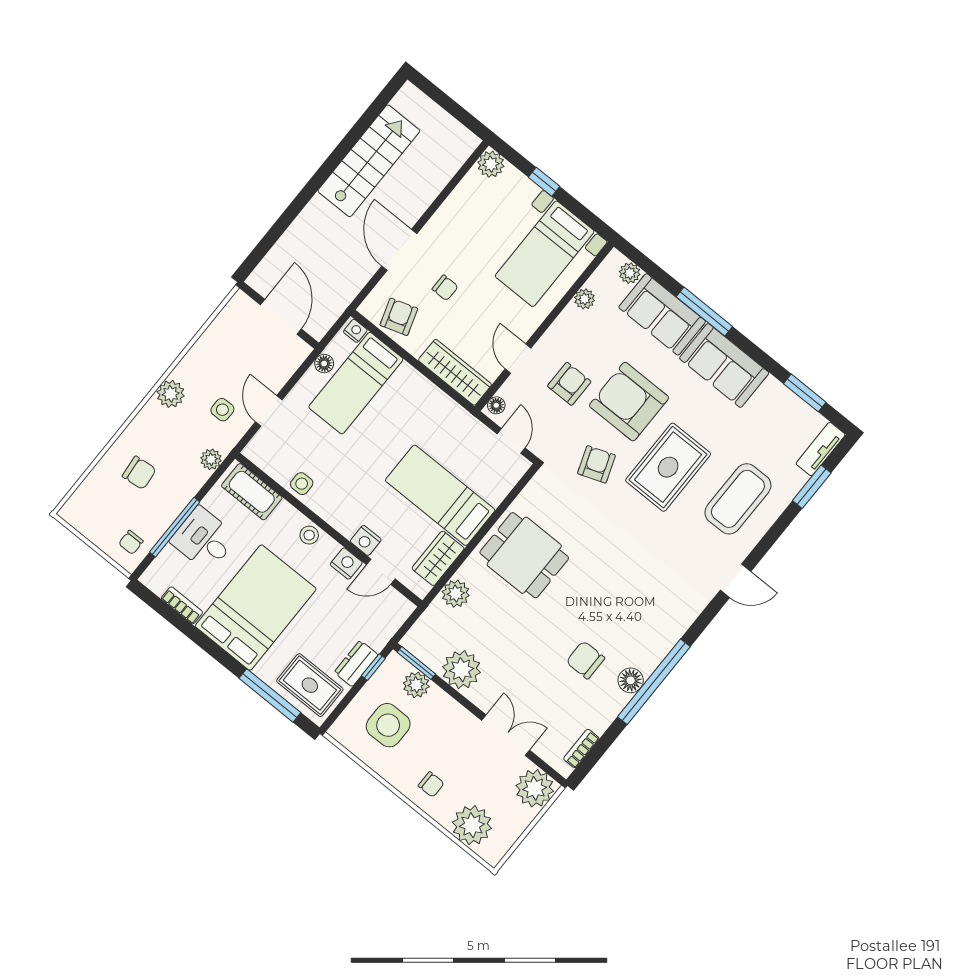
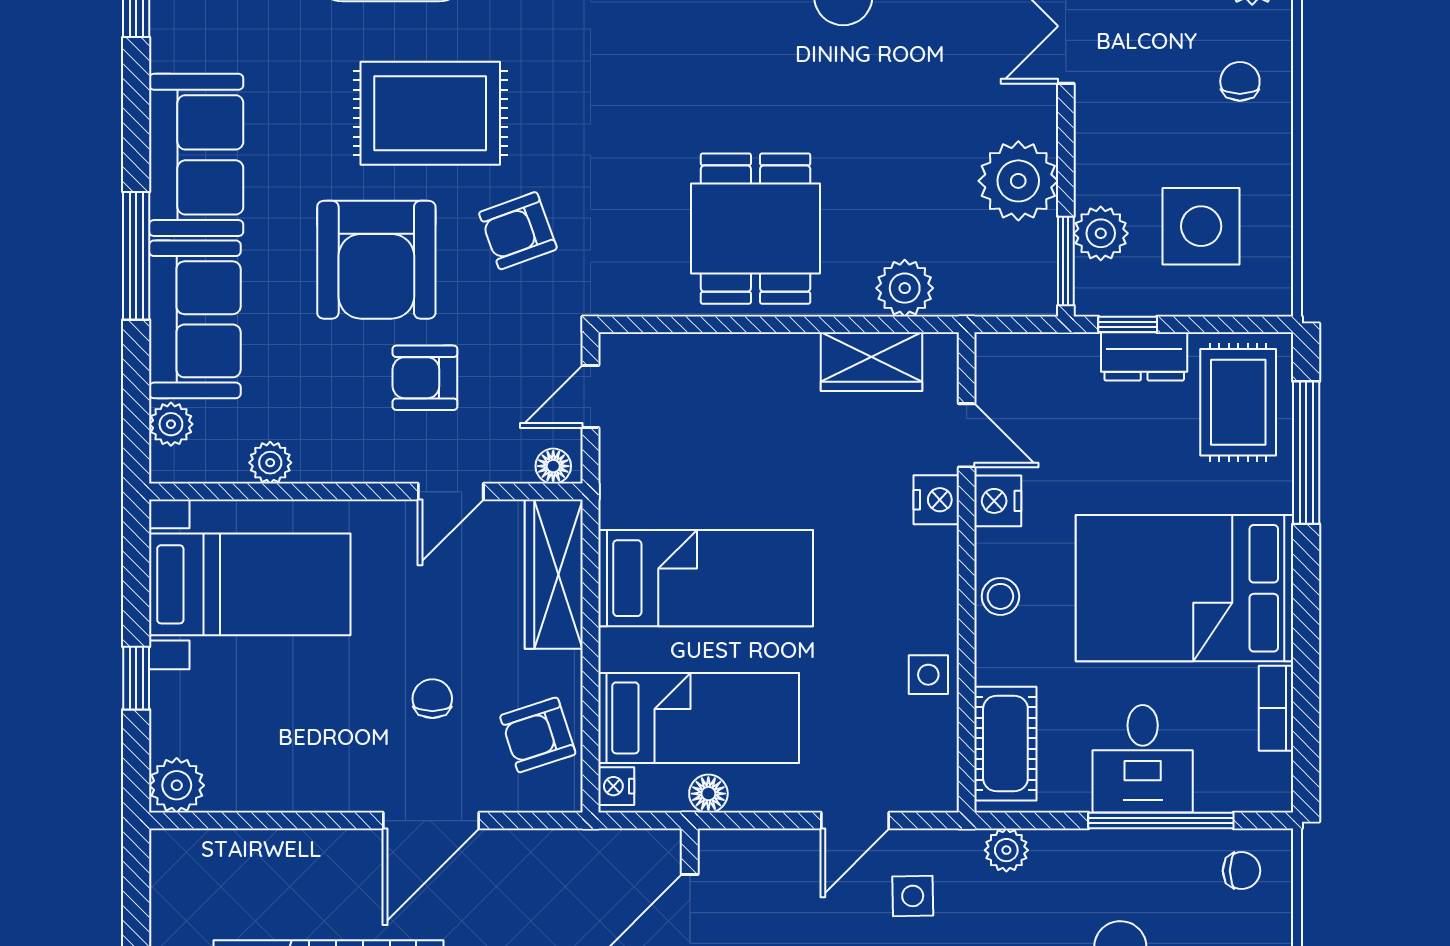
bed: (440, 495) -> (706, 578), moved, turned -90

